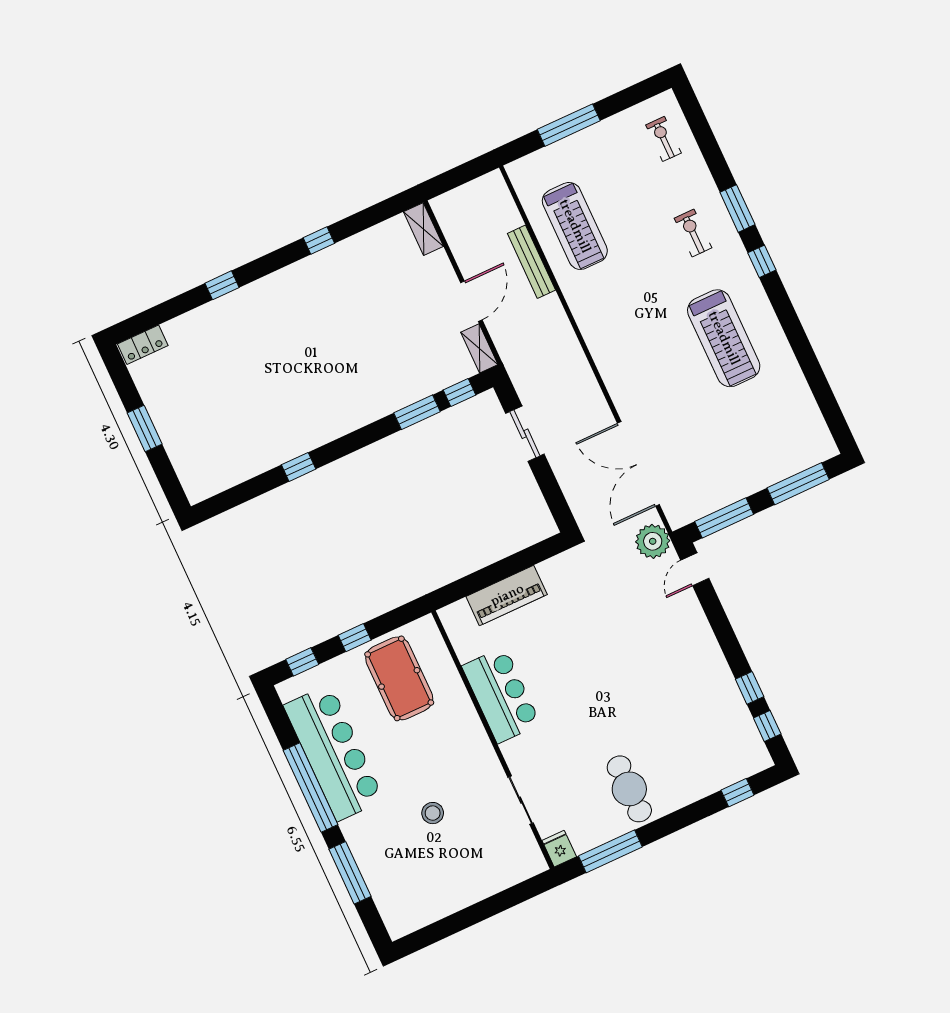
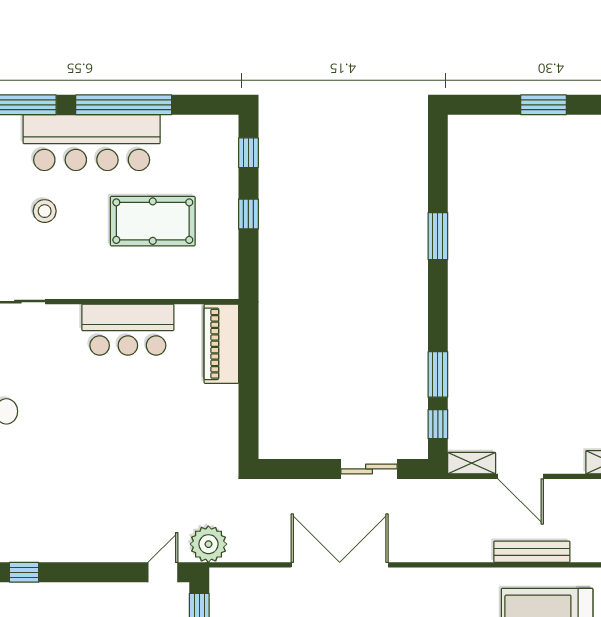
double door: (638, 464) -> (340, 565), moved
window: (299, 467) -> (438, 236), width x1.50
door: (695, 569) -> (163, 572), hinge flipped
piano: (507, 595) -> (221, 344), moved
pool table: (399, 678) -> (153, 221), moved
bar counter: (334, 753) -> (92, 143), moved

